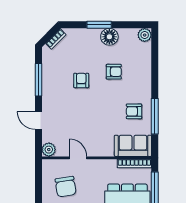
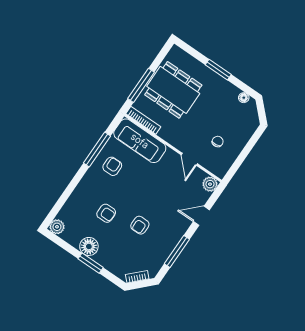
armchair: (114, 72) -> (106, 213), turned 180
armchair: (134, 111) -> (112, 166), turned -90
door: (39, 121) -> (201, 216), swing flipped
sofa: (133, 146) -> (140, 141), width x1.36
chair: (66, 187) -> (218, 142), width x0.54, depth x0.54

